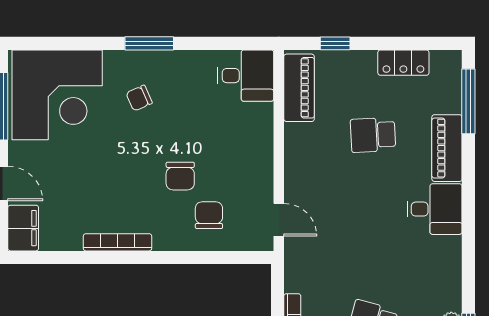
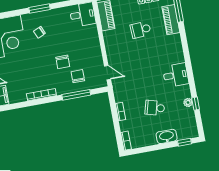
piano: (447, 148) -> (171, 20), moved
desk: (434, 209) -> (176, 75), moved
window: (197, 257) -> (76, 95), added

